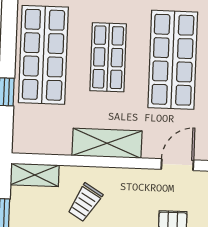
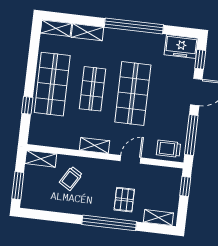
shelving: (107, 143) -> (95, 145), width x0.67, depth x0.75

